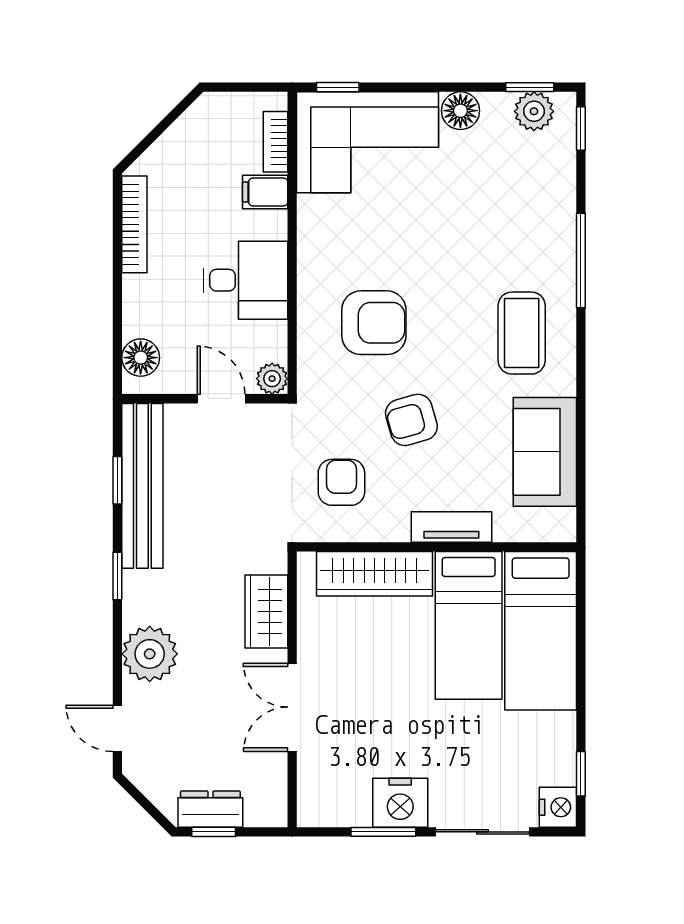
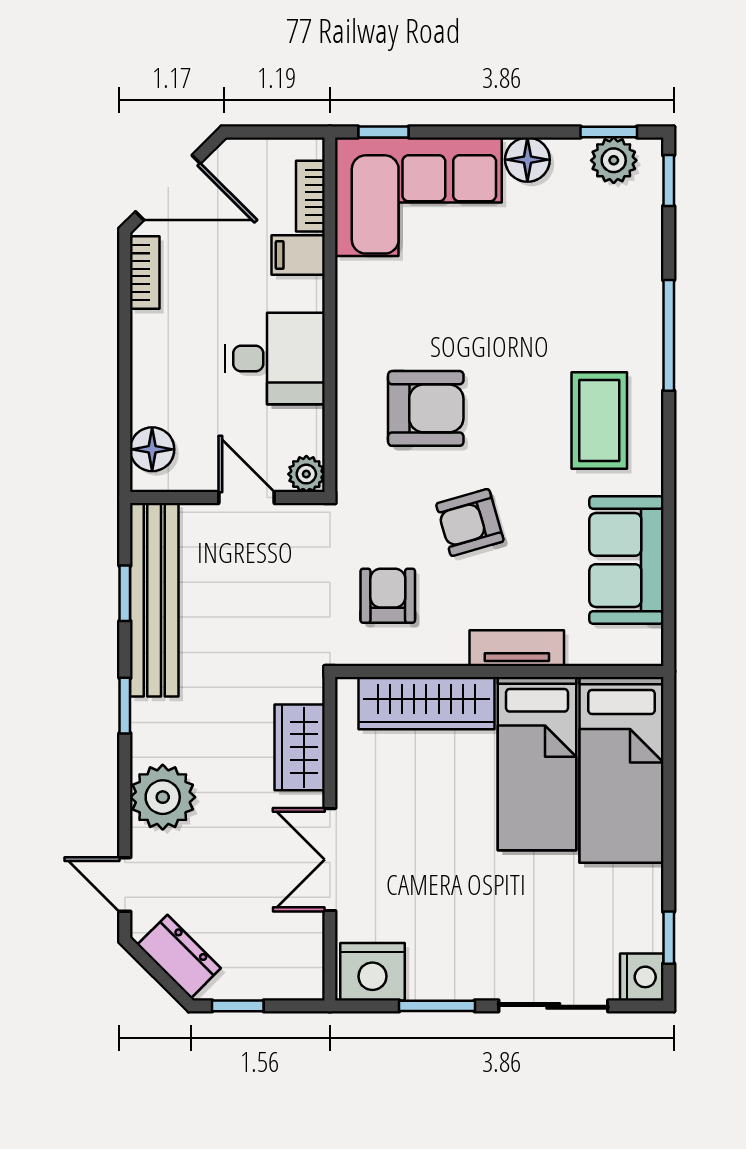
door: (154, 135) -> (168, 188), added
bookcase: (134, 224) -> (145, 272), width x0.64
nightstand: (400, 803) -> (372, 972), moved
dresser: (210, 809) -> (179, 956), moved, turned 45

